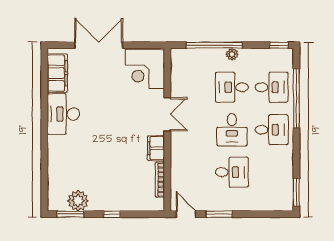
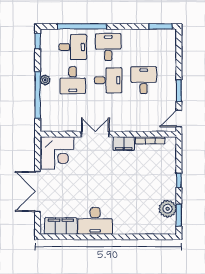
desk: (272, 87) -> (73, 47), turned 90

